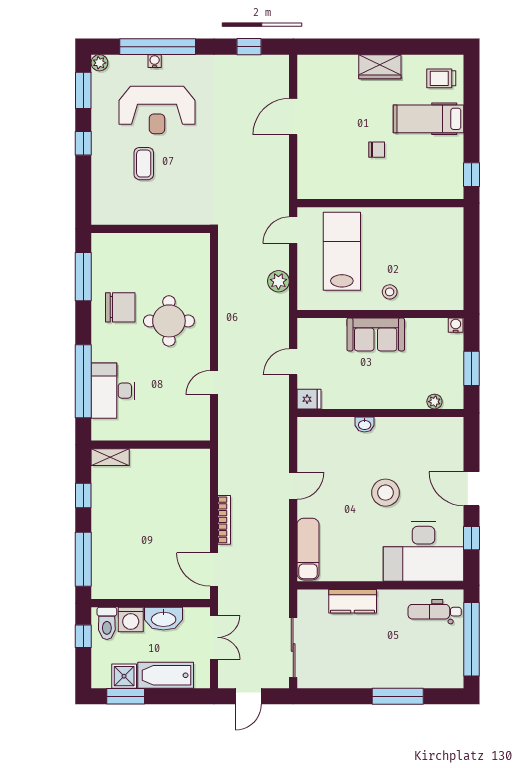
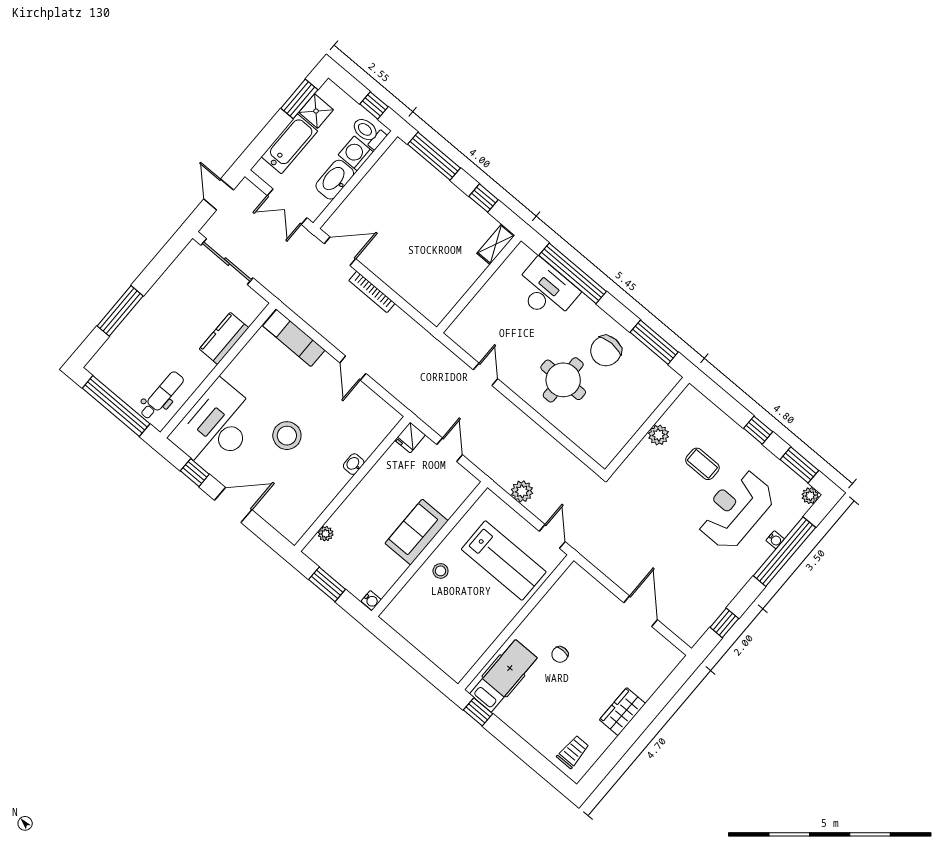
hospital bed: (428, 119) -> (503, 676), moved
plant: (150, 215) -> (659, 435), added

